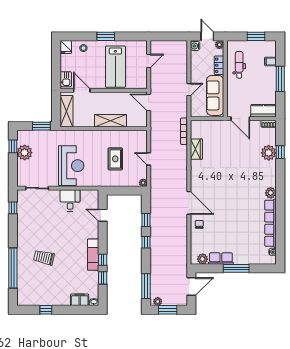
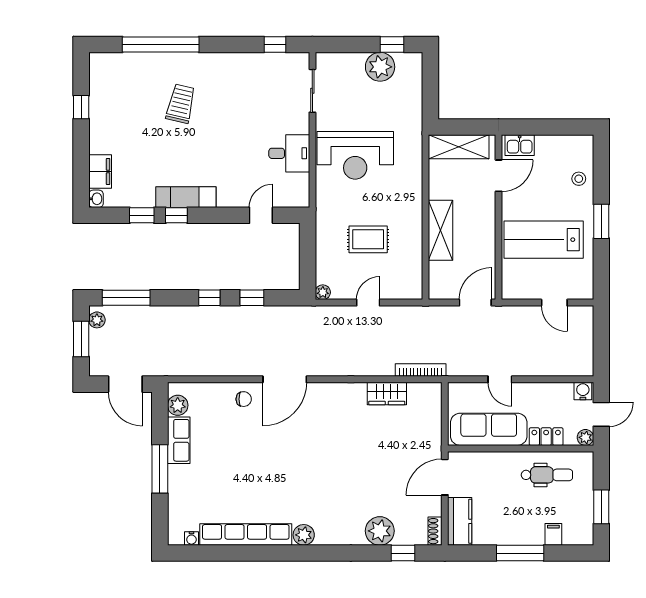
fridge: (66, 47) -> (581, 145), removed
window: (41, 126) -> (430, 99), removed
window: (280, 152) -> (403, 553), moved

